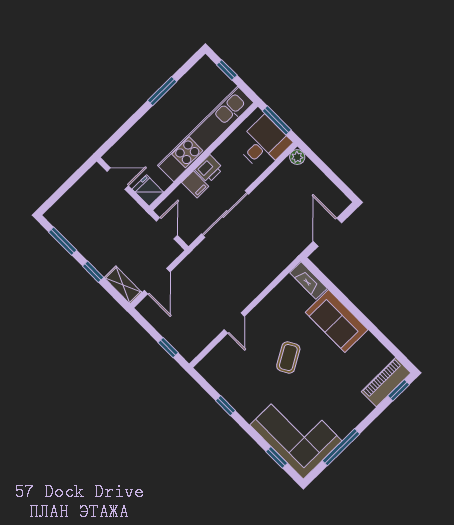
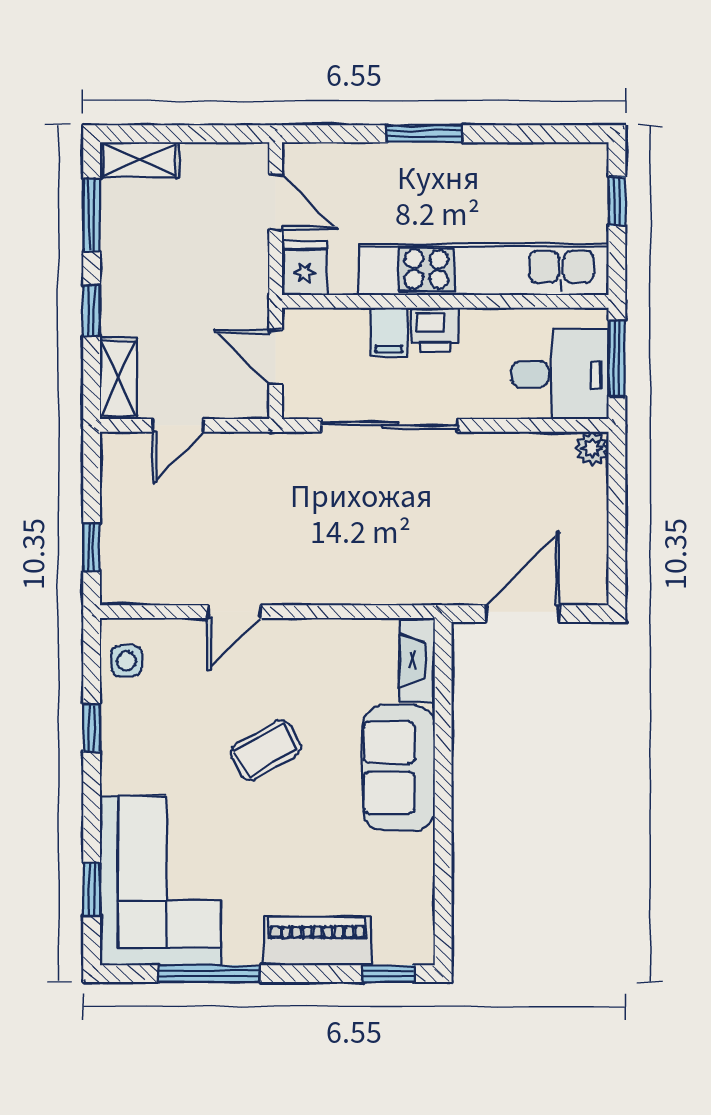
window: (162, 91) -> (425, 134), moved
shelving: (60, 208) -> (139, 160), added
door: (167, 228) -> (276, 357), swing flipped
door: (157, 281) -> (178, 425), width x0.73
side table: (215, 373) -> (126, 661), added
piano: (386, 382) -> (317, 941), moved

